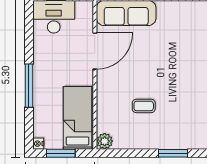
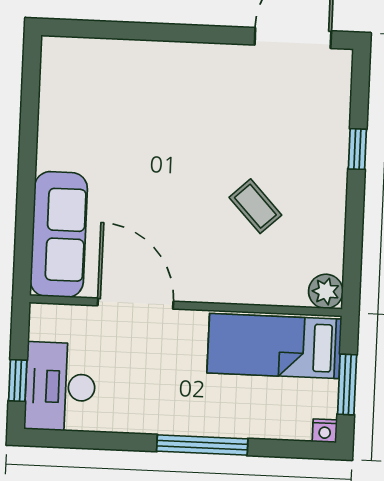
coffee table: (144, 106) -> (255, 206), turned -43
window: (173, 153) -> (357, 149), width x0.67

